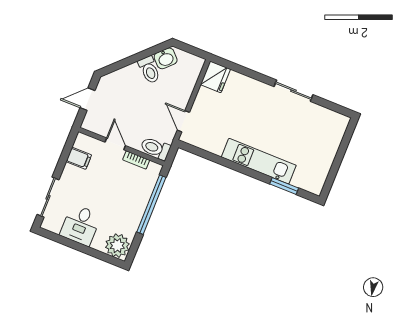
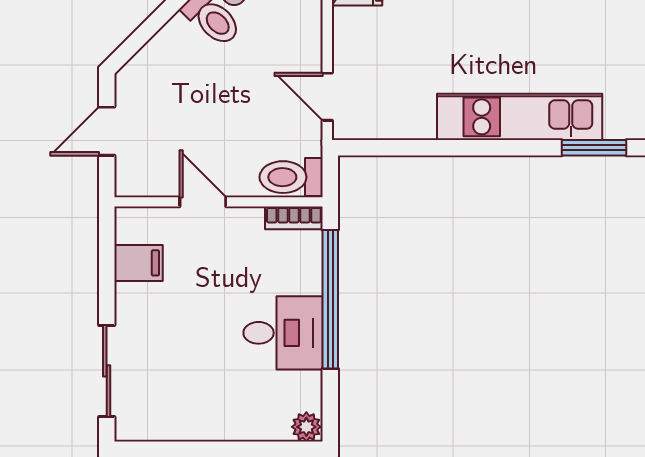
bookcase: (136, 160) -> (294, 218), moved
desk: (81, 225) -> (283, 333), moved, turned -90
plant: (117, 246) -> (306, 427), width x0.53, depth x0.53

